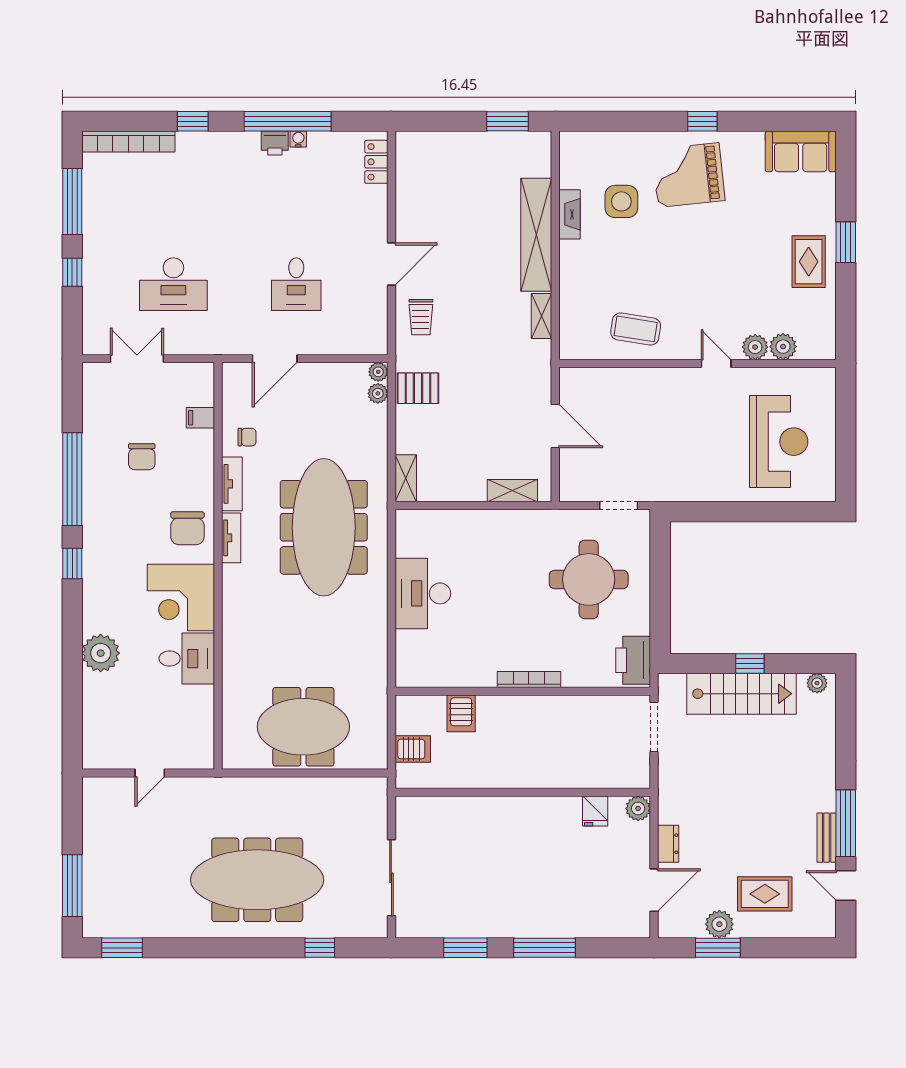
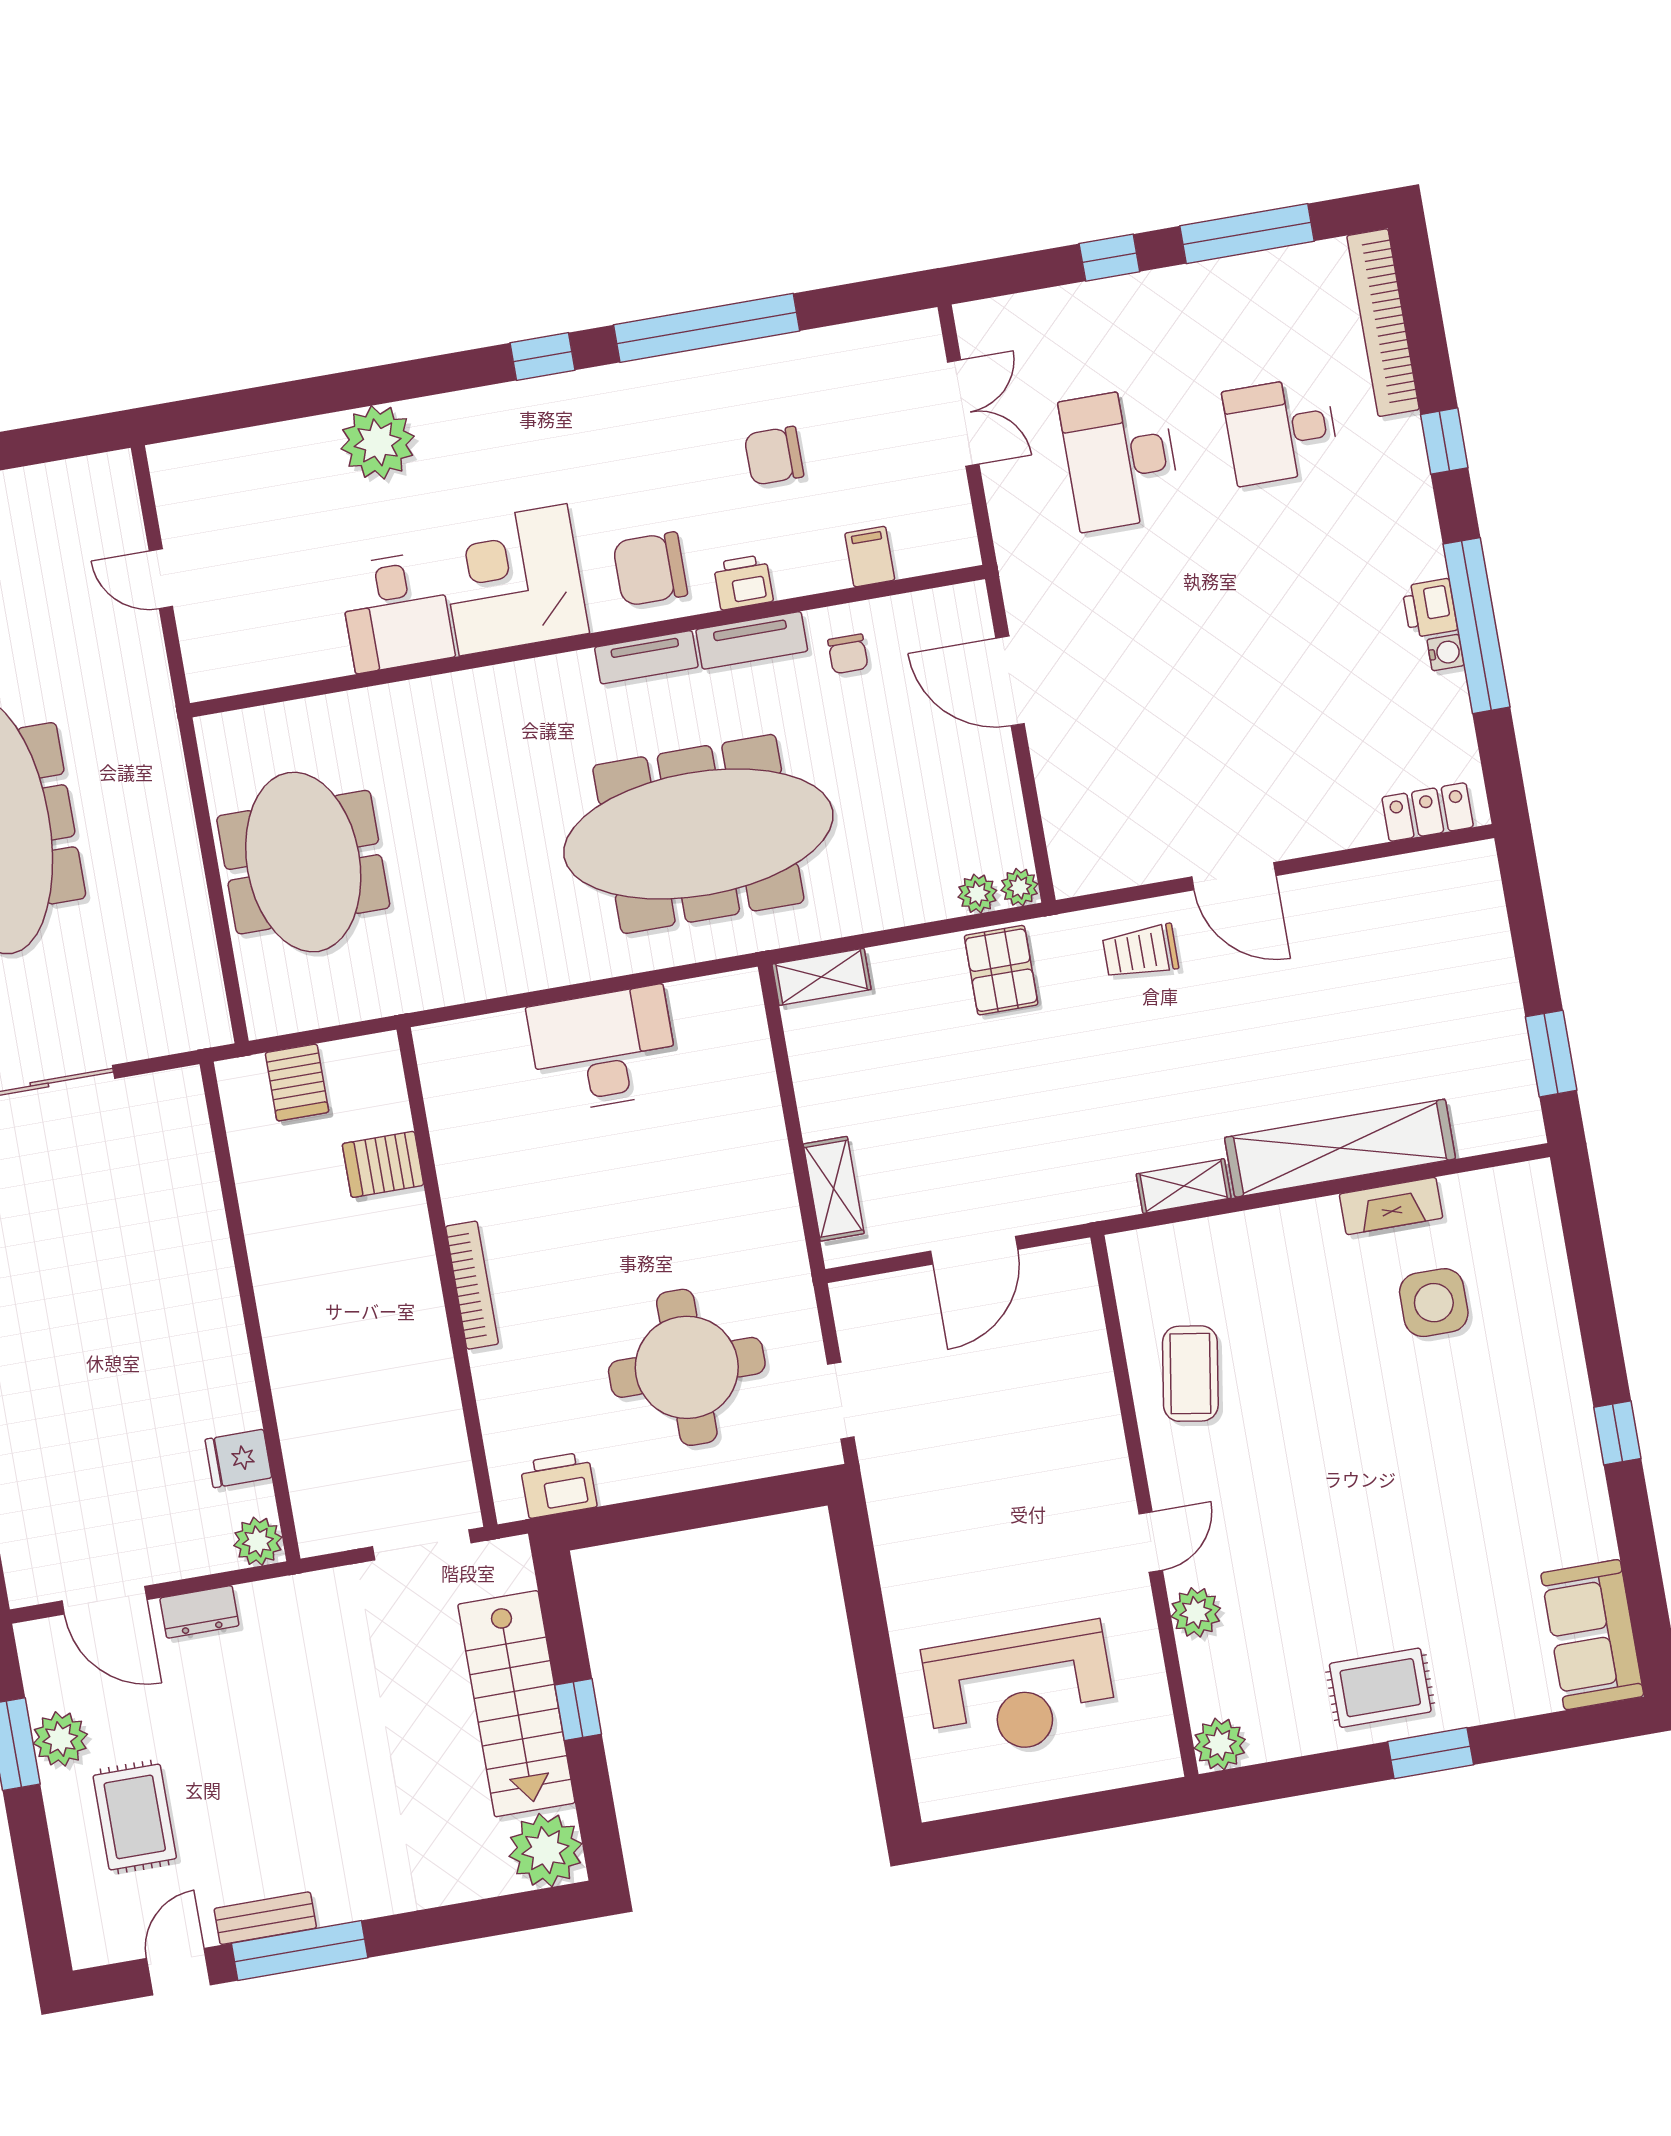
grand piano: (688, 175) -> (1508, 1424), removed
desk: (296, 284) -> (1281, 431), moved
plant: (783, 347) -> (1220, 1744), moved
printer: (202, 483) -> (743, 582), added
printer: (633, 660) -> (558, 1485), width x0.73, depth x0.84
plant: (817, 683) -> (545, 1850), width x1.88, depth x1.88

